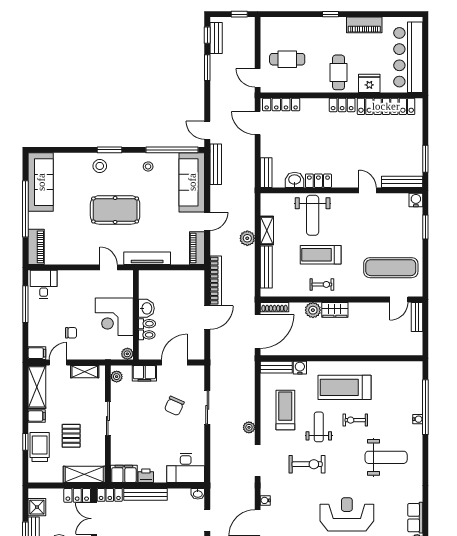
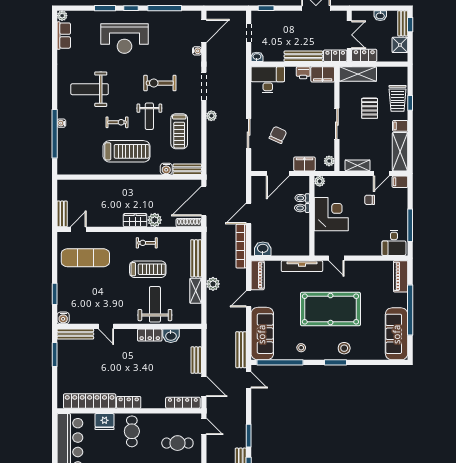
bench: (266, 173) -> (196, 360), moved
pool table: (115, 210) -> (330, 309), width x1.36, depth x1.32
washbasin: (146, 308) -> (263, 249), moved, turned 90

